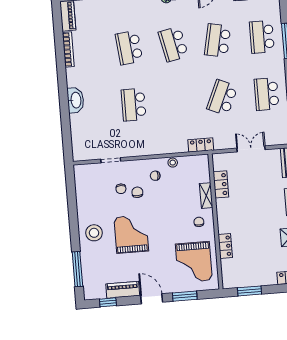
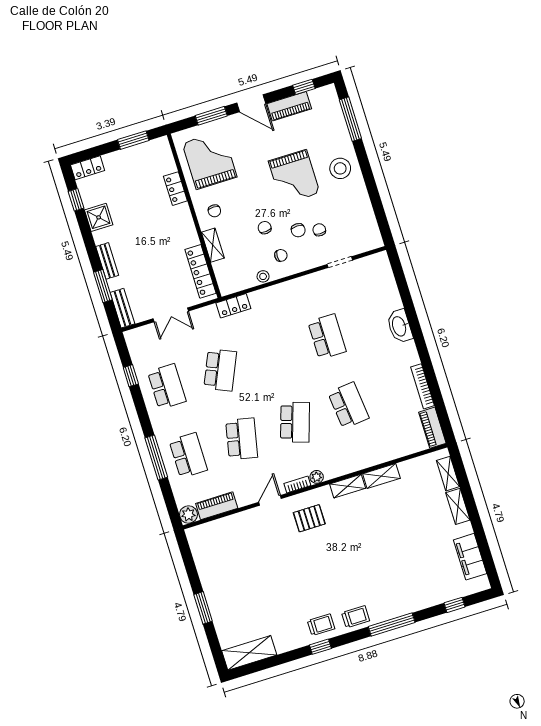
school desk: (173, 44) -> (295, 422), turned 30
locker: (221, 184) -> (200, 271), width x1.53
chair: (163, 200) -> (265, 228), added

